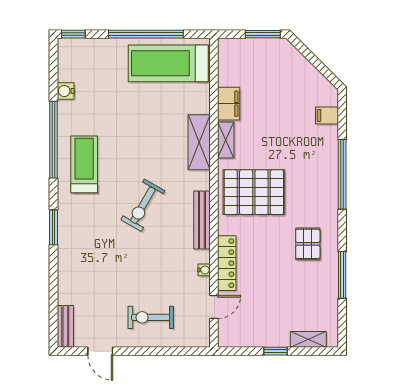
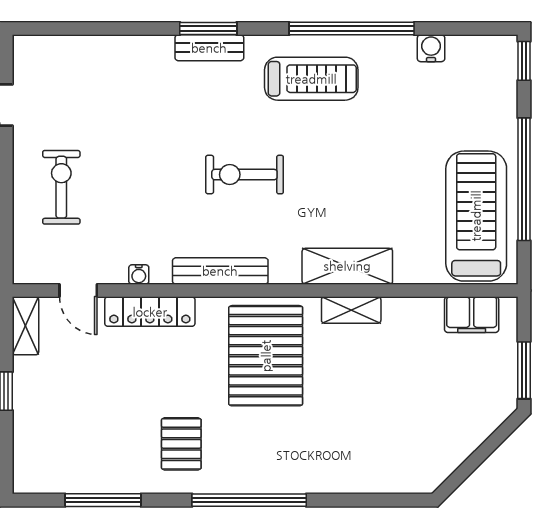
filing cabinet: (229, 104) -> (472, 315), moved
filing cabinet: (327, 115) -> (391, 475), removed
window: (342, 174) -> (249, 500), moved
exercise bike: (143, 205) -> (244, 175), turned -30
pallet: (308, 244) -> (181, 444), turned 90
window: (342, 275) -> (103, 500), moved
bench: (65, 326) -> (209, 48), moved
shelving: (308, 339) -> (25, 326), moved

